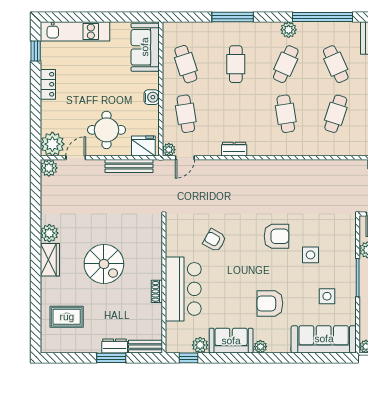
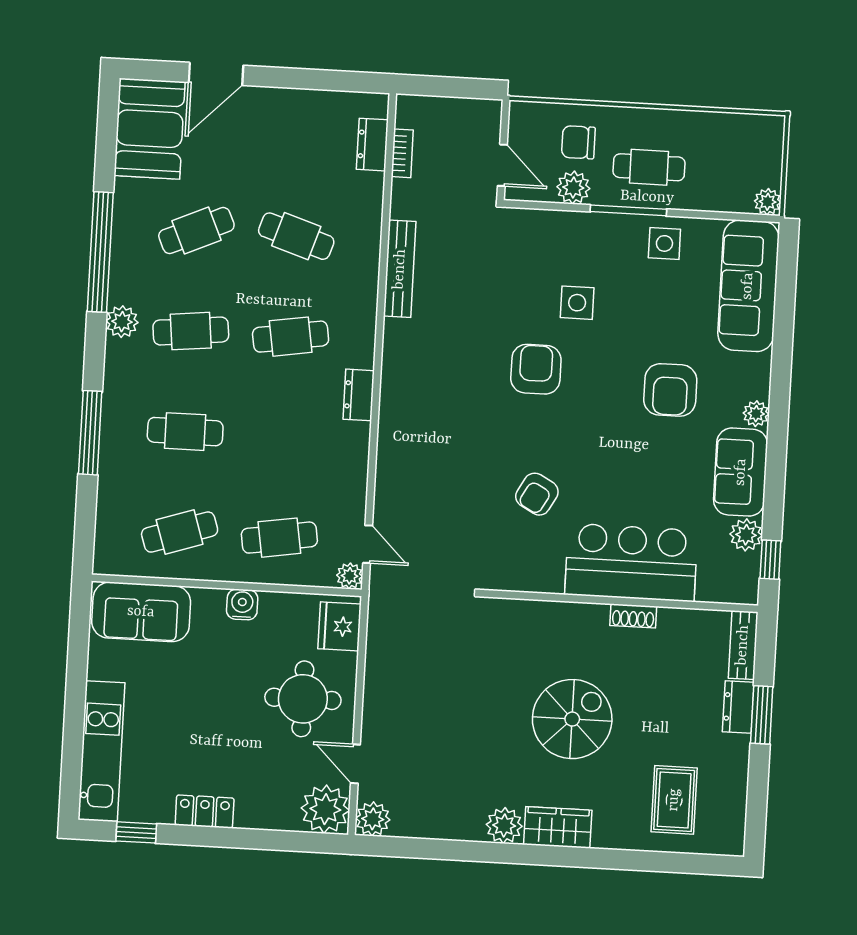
cafe table: (286, 64) -> (191, 331), turned -30
dresser: (234, 149) -> (359, 395), moved
bench: (129, 166) -> (400, 269), moved
side table: (327, 296) -> (664, 243), moved

